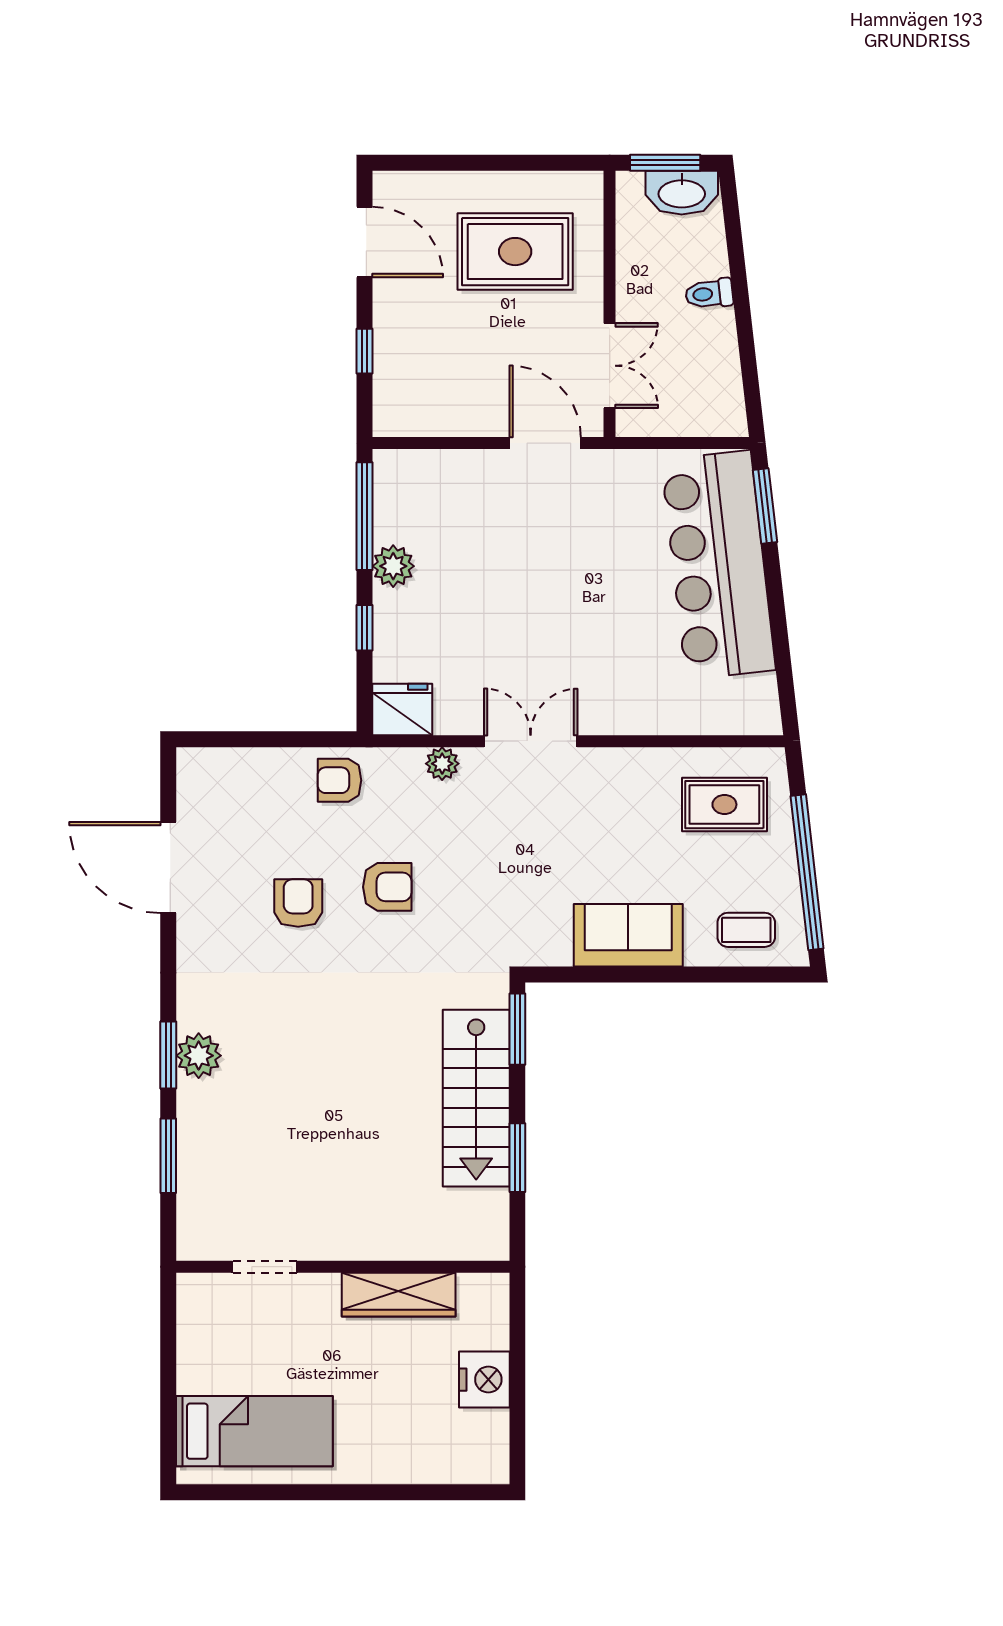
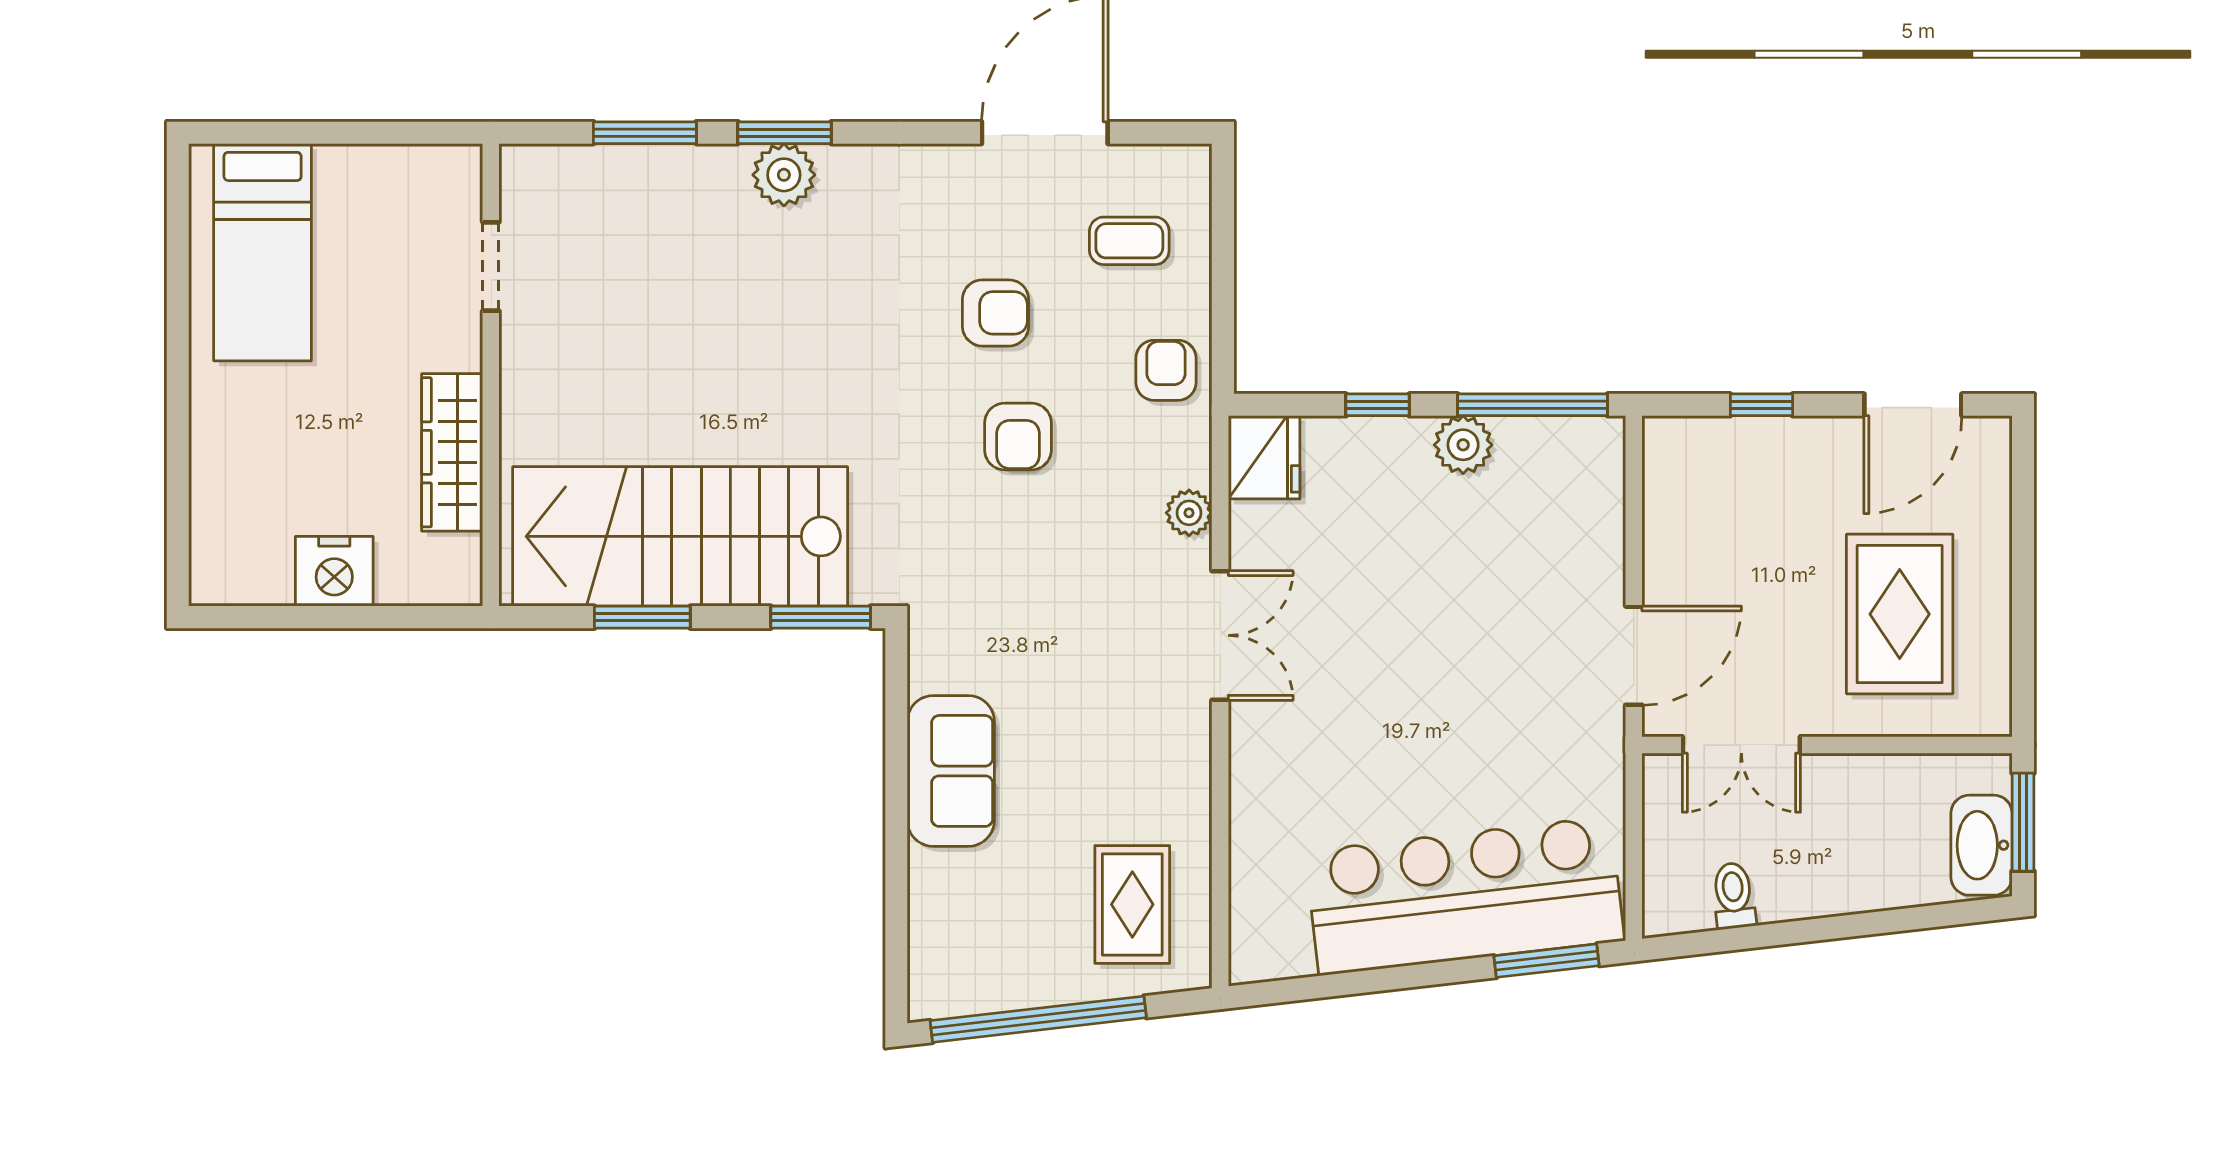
toilet: (709, 294) -> (1734, 896), moved
coffee table: (746, 930) -> (1129, 241), moved, turned 90
stairs: (476, 1098) -> (680, 536), width x1.36, depth x1.51

